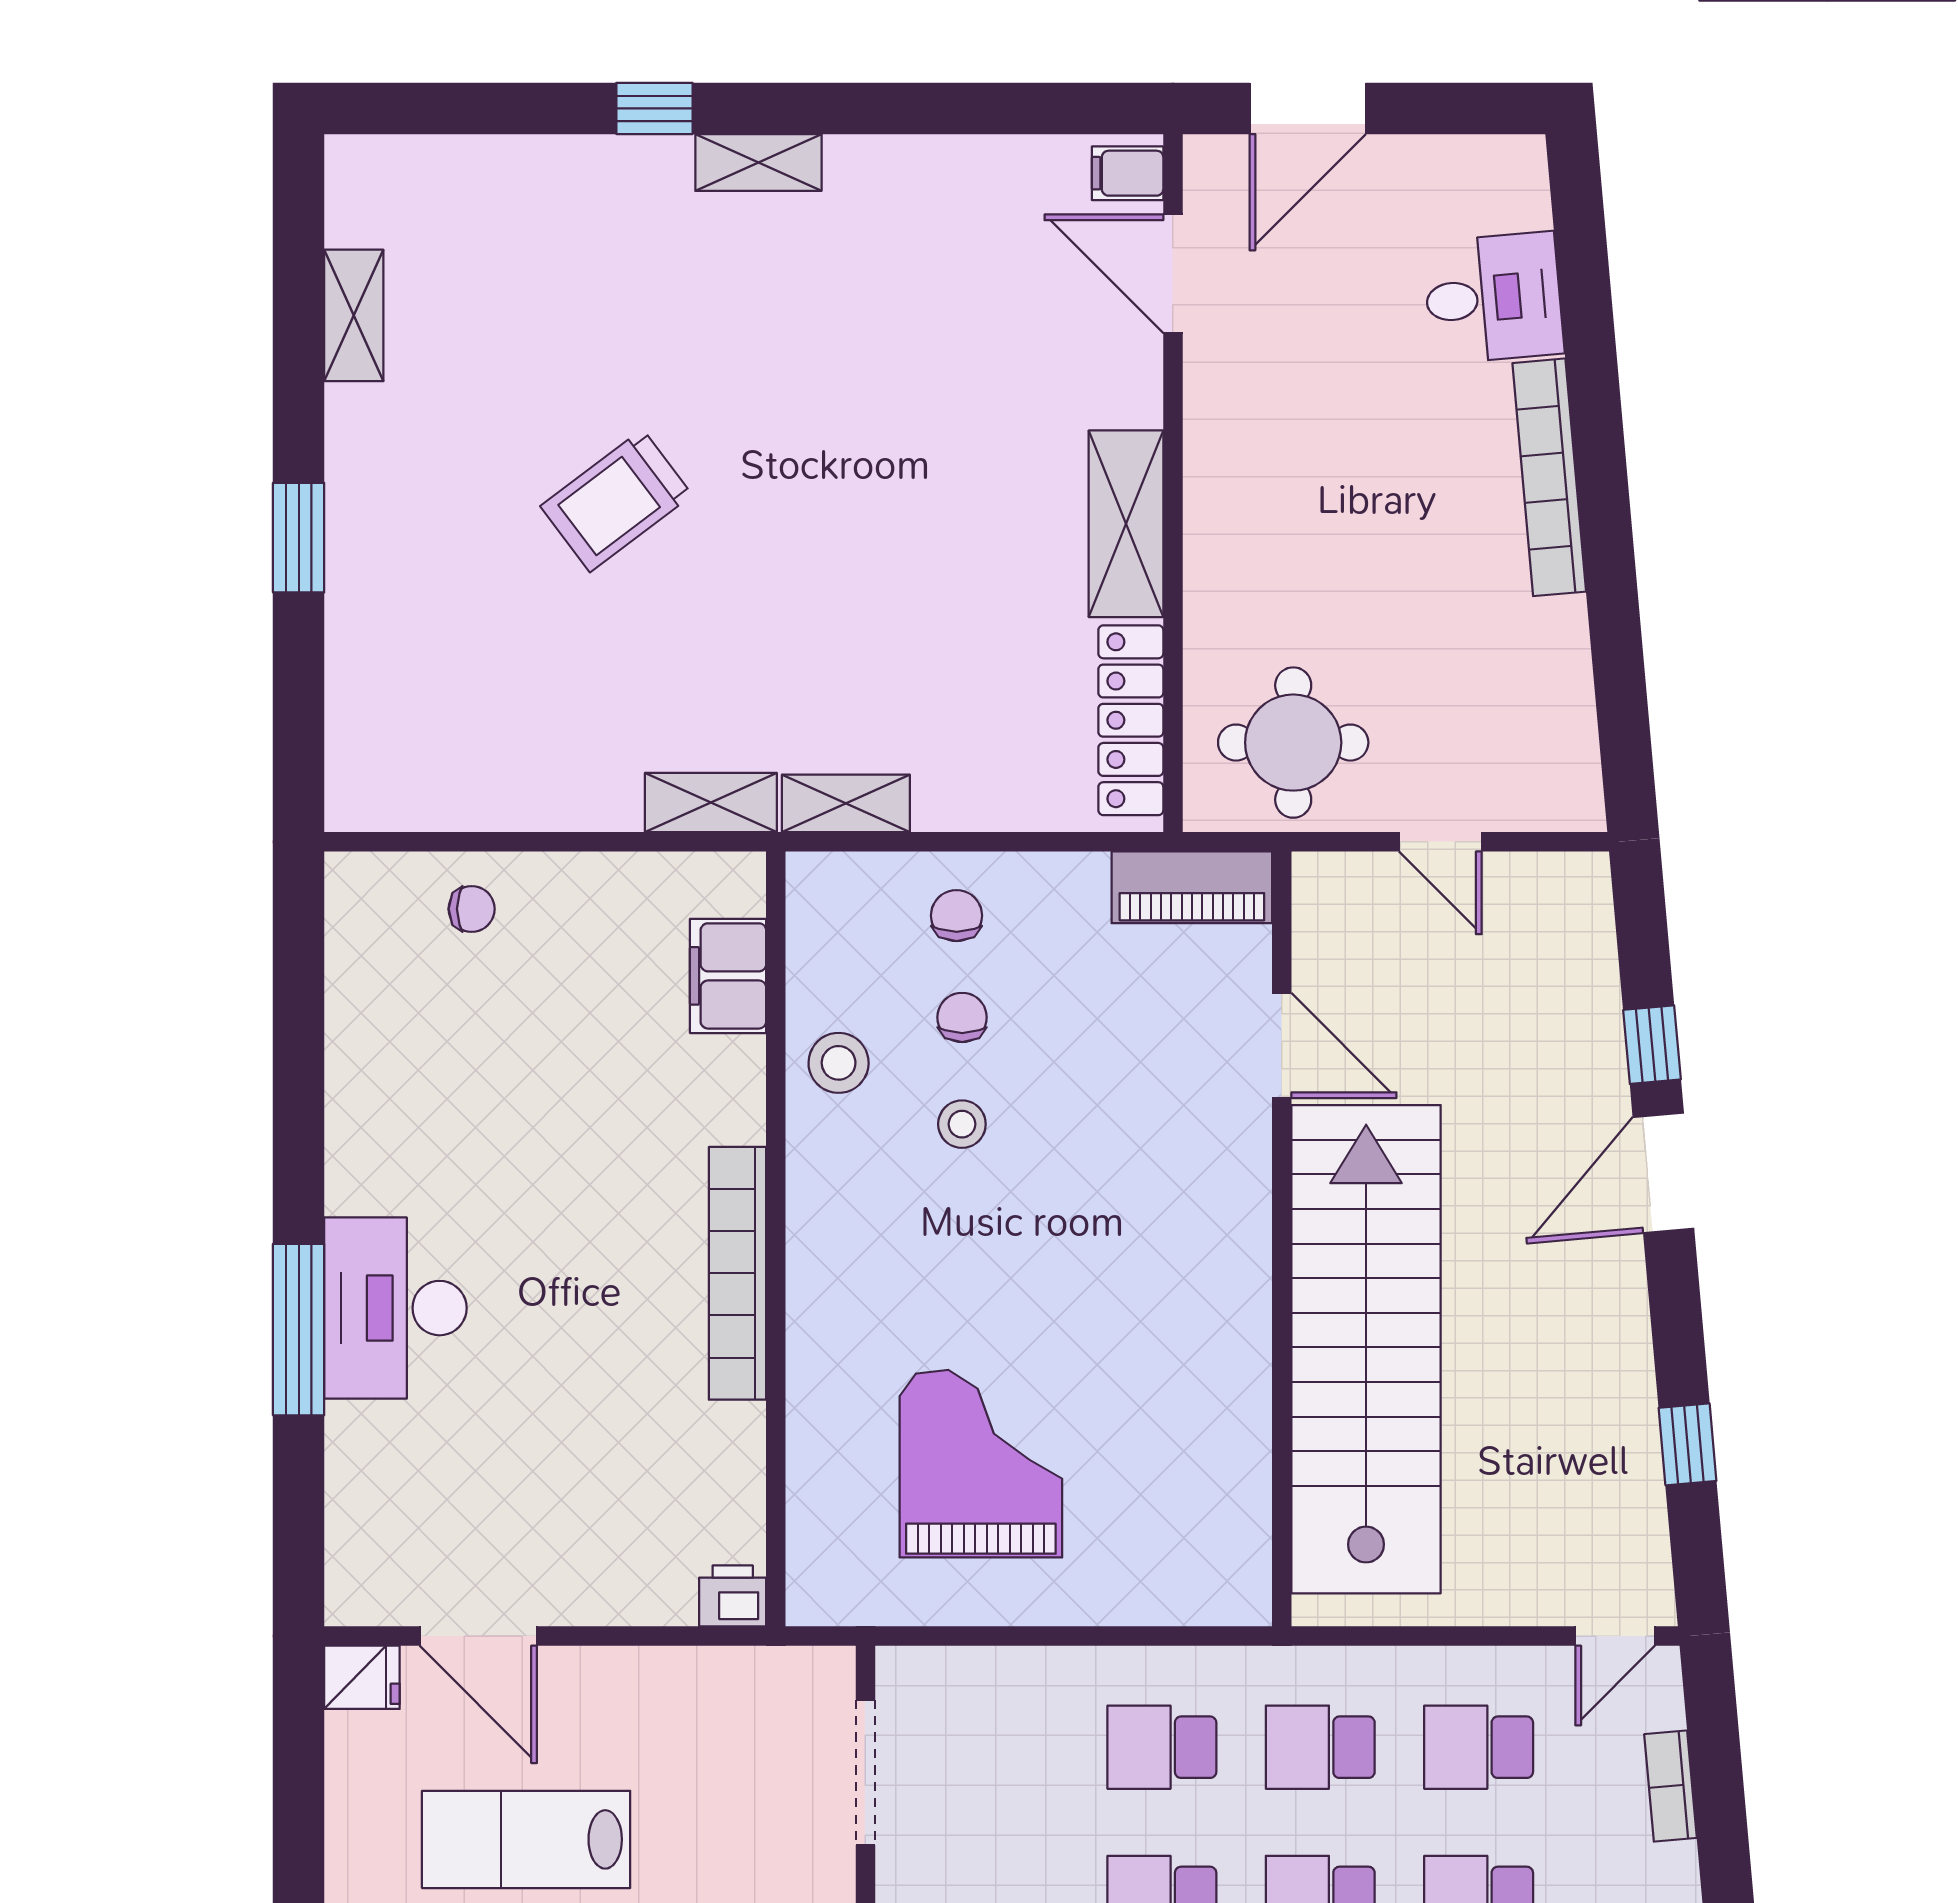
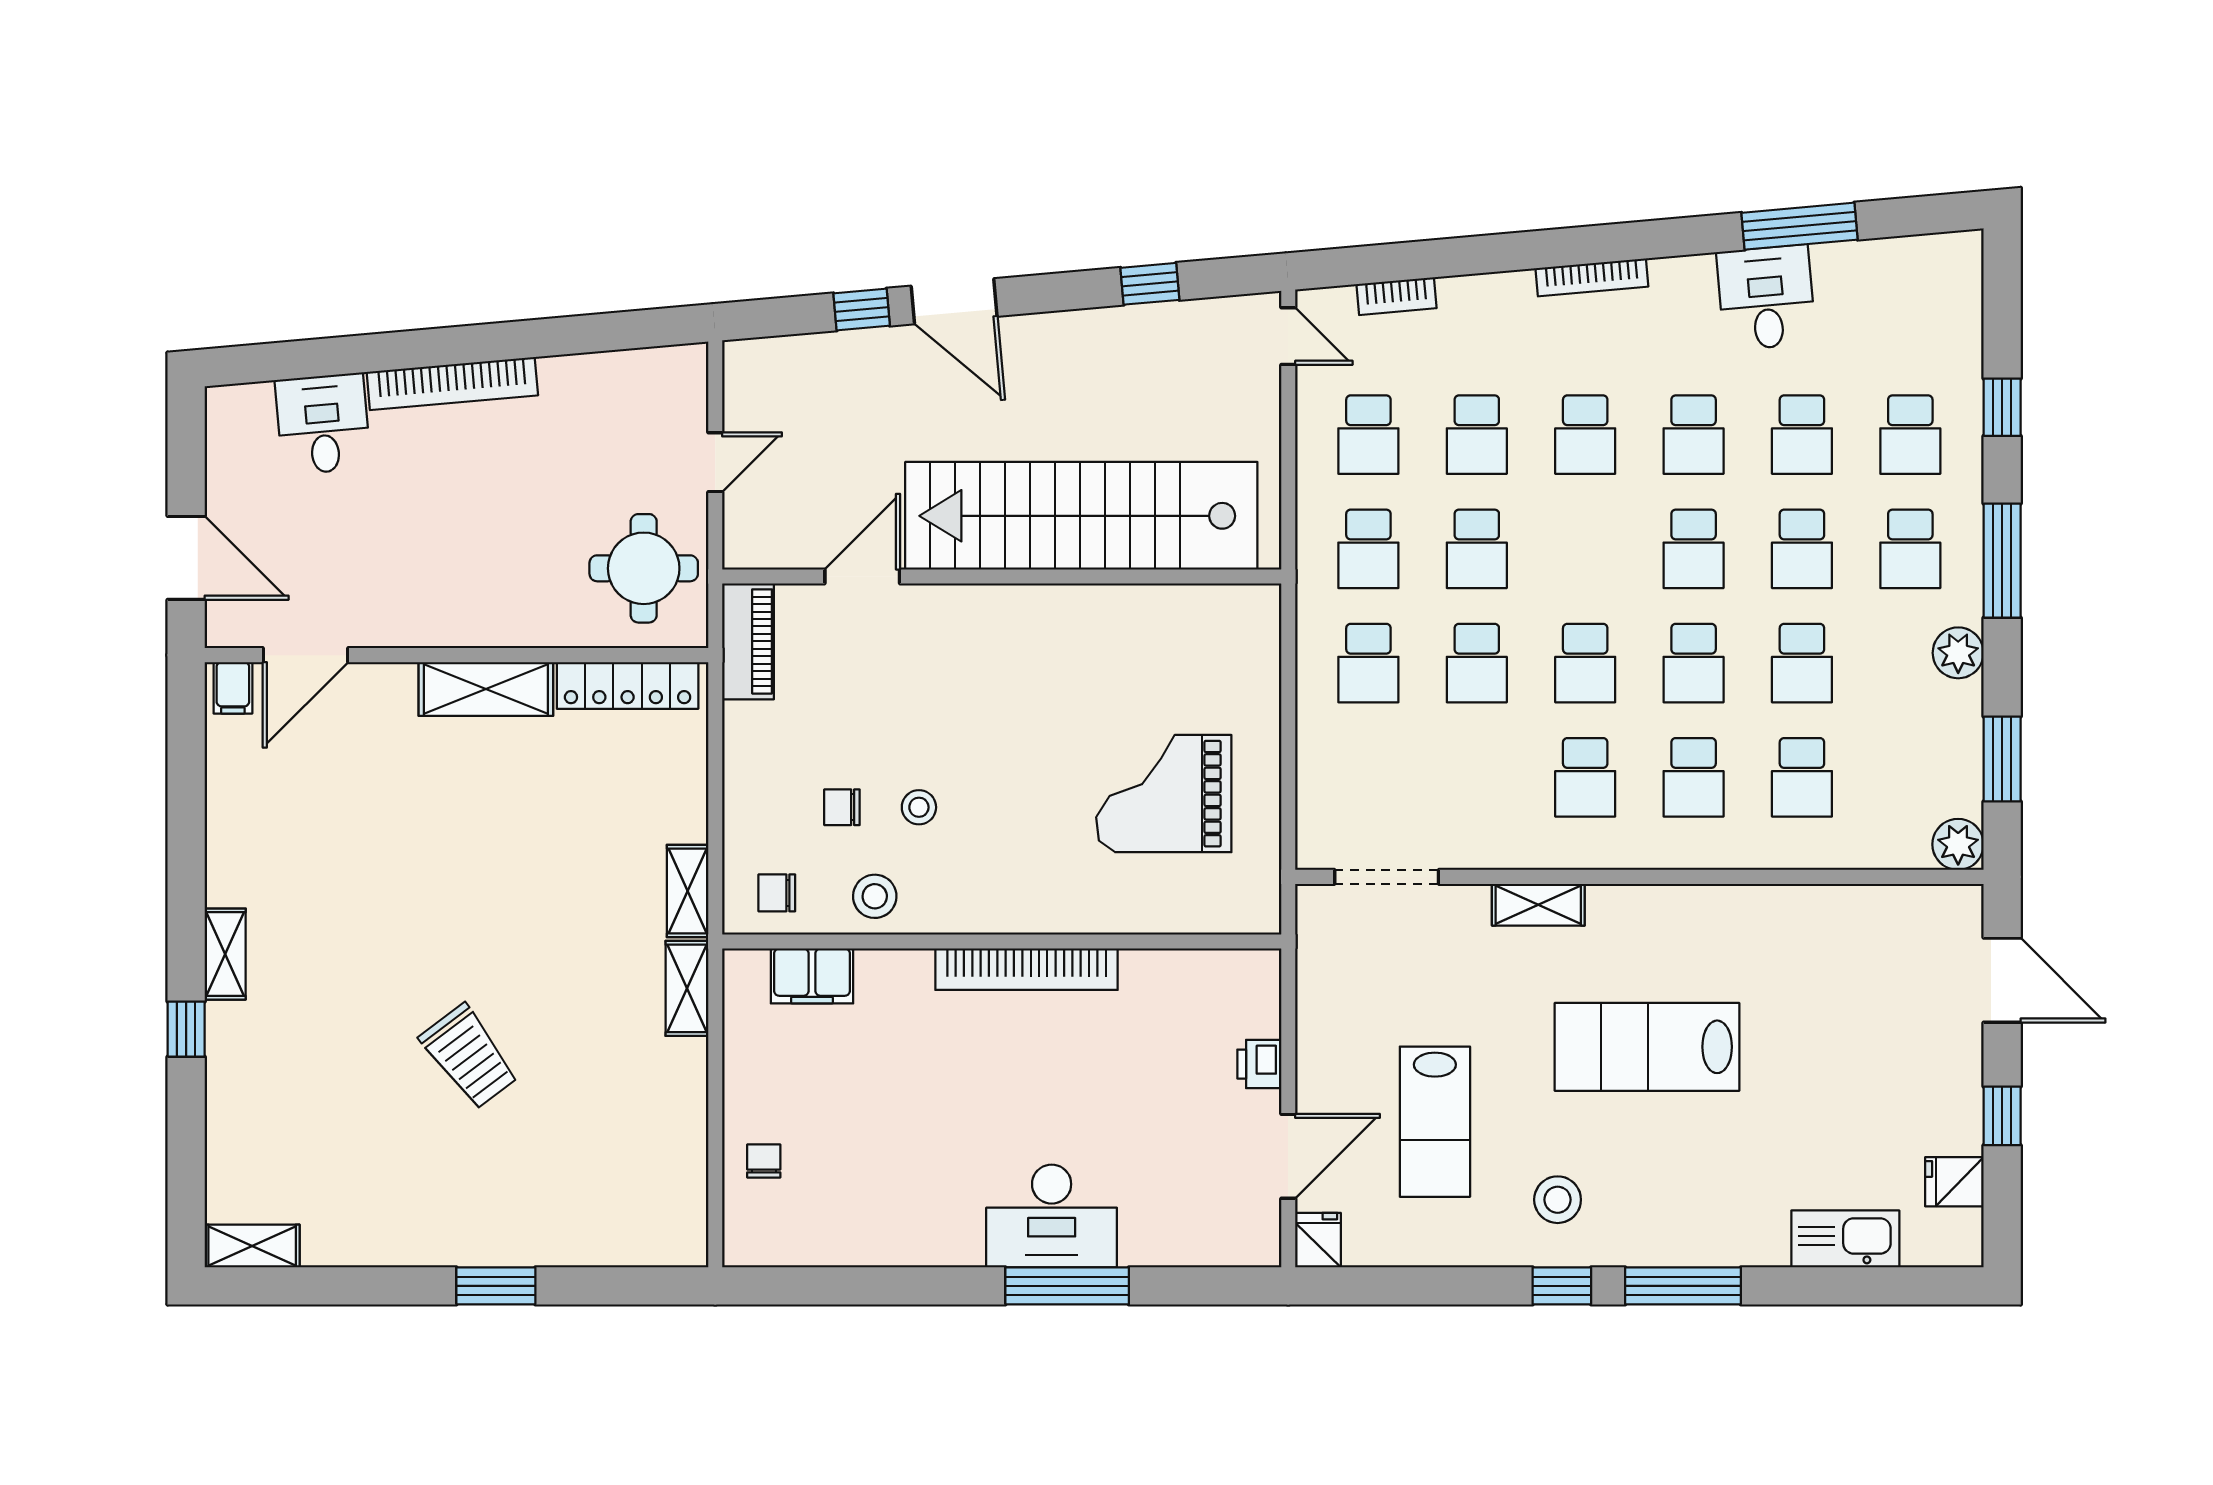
shelving: (354, 315) -> (252, 1246), moved
chair: (957, 916) -> (777, 893), moved
printer: (733, 1596) -> (1259, 1064), moved

